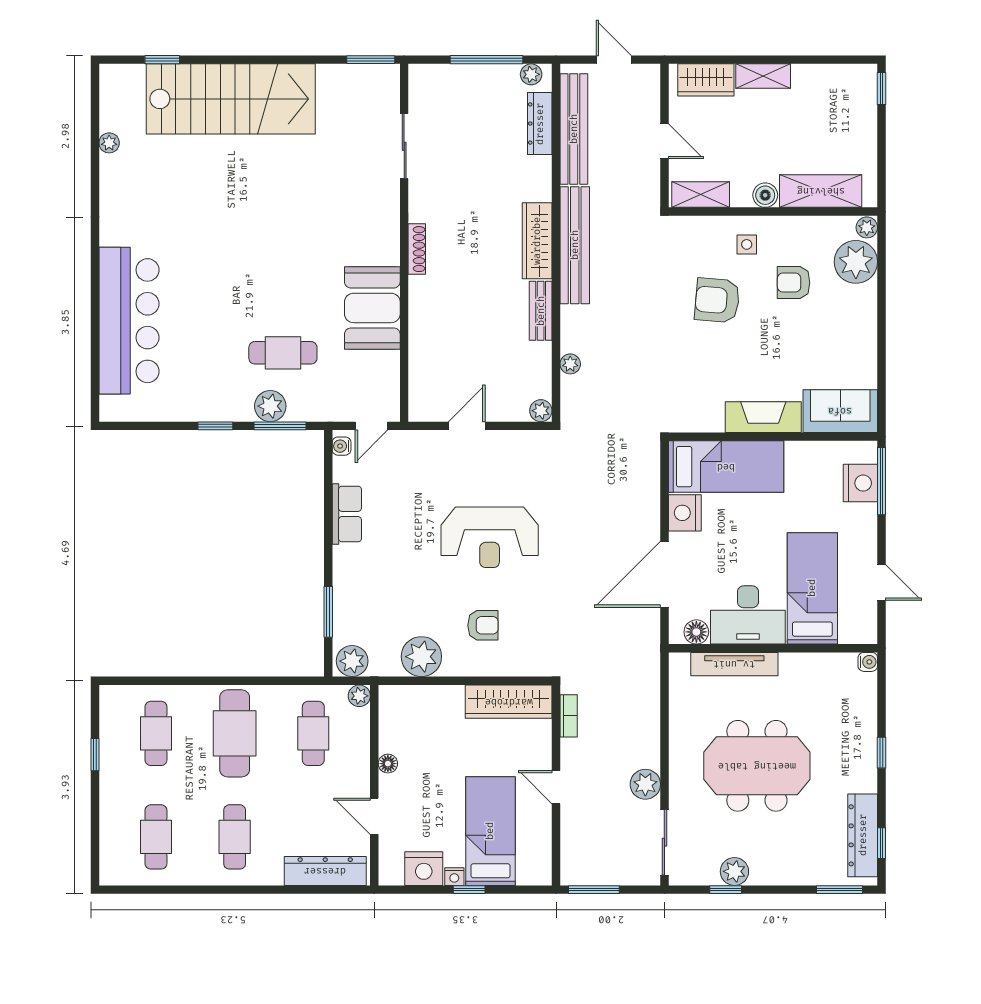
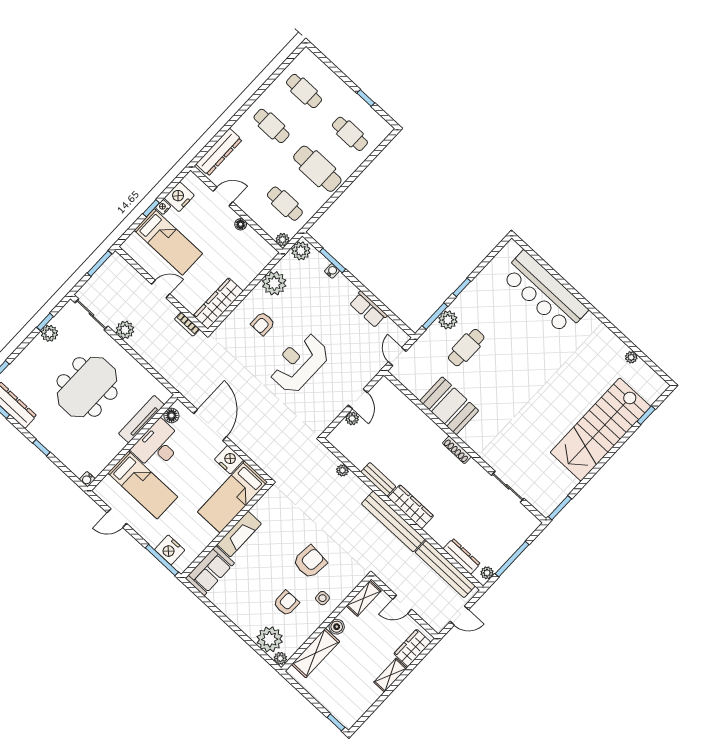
plant: (541, 411) -> (352, 418), moved
water cooler: (342, 446) -> (332, 271), moved

